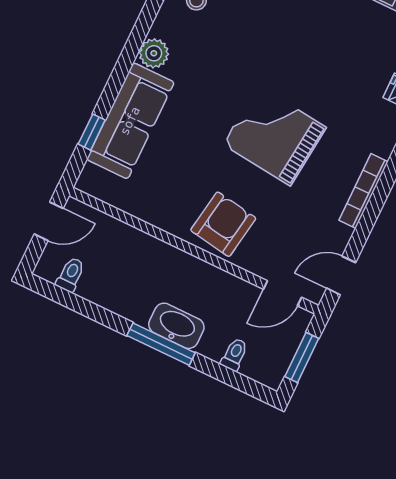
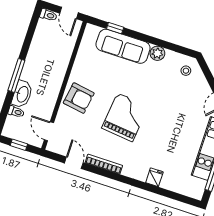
toilet: (71, 275) -> (48, 15), moved
door: (341, 275) -> (74, 163), moved
washbasin: (176, 326) -> (22, 94), moved
window: (302, 357) -> (19, 145), width x0.67

